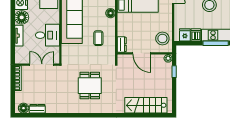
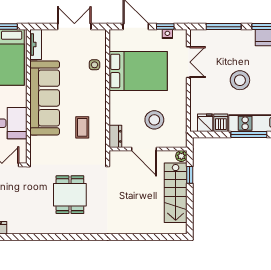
floor lamp: (111, 13) -> (100, 92), removed
stool: (162, 39) -> (154, 120), moved
stairs: (146, 105) -> (176, 193), moved, turned -90

